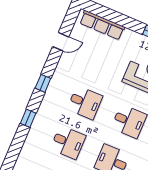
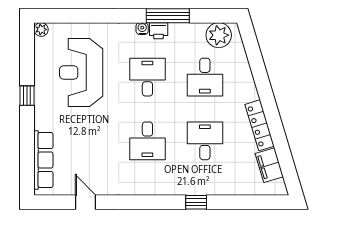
window: (43, 83) -> (146, 202), removed
desk: (85, 103) -> (147, 141), turned 180

